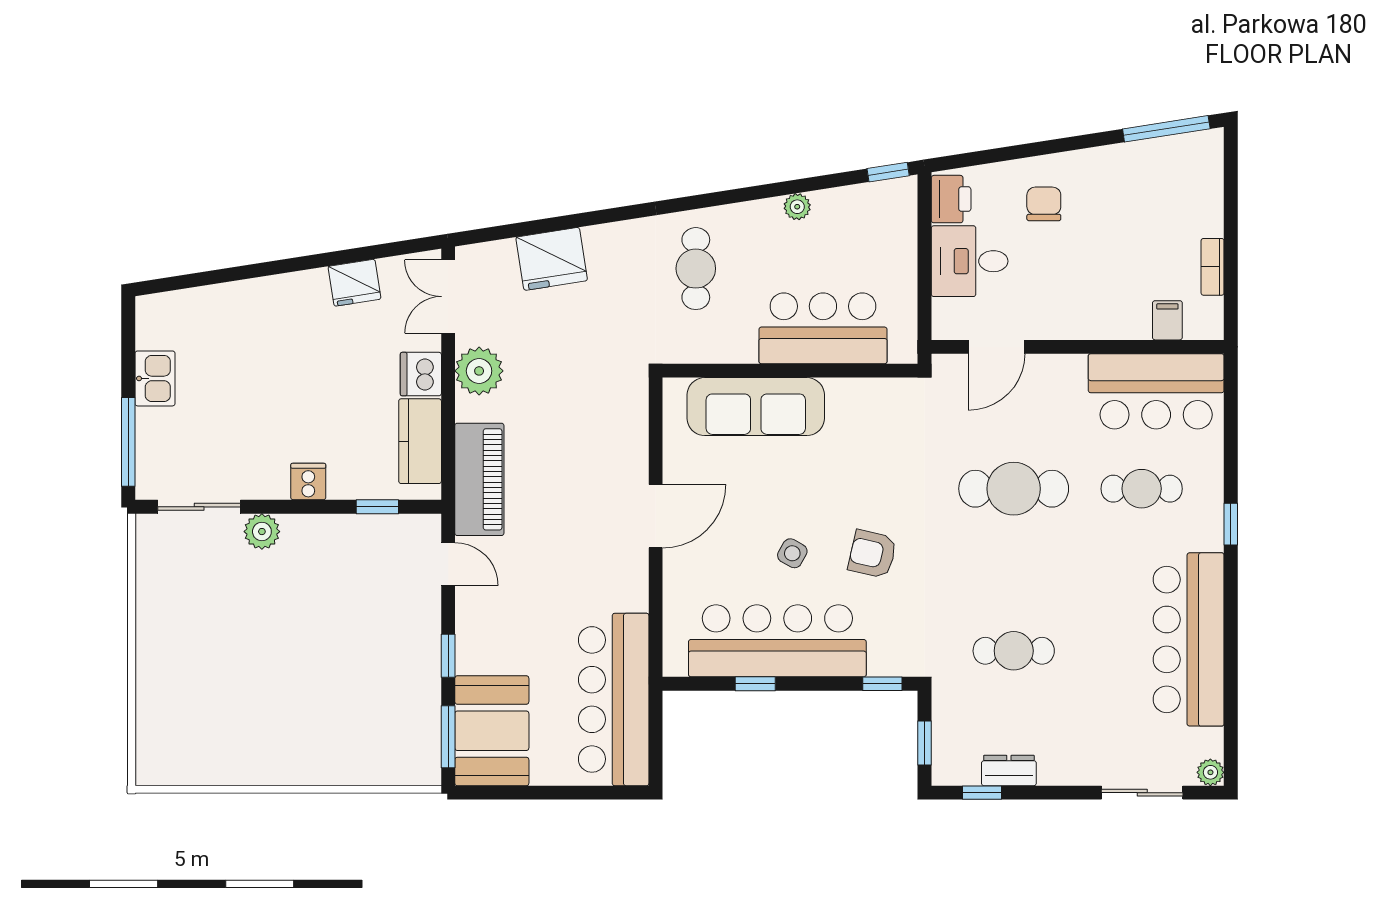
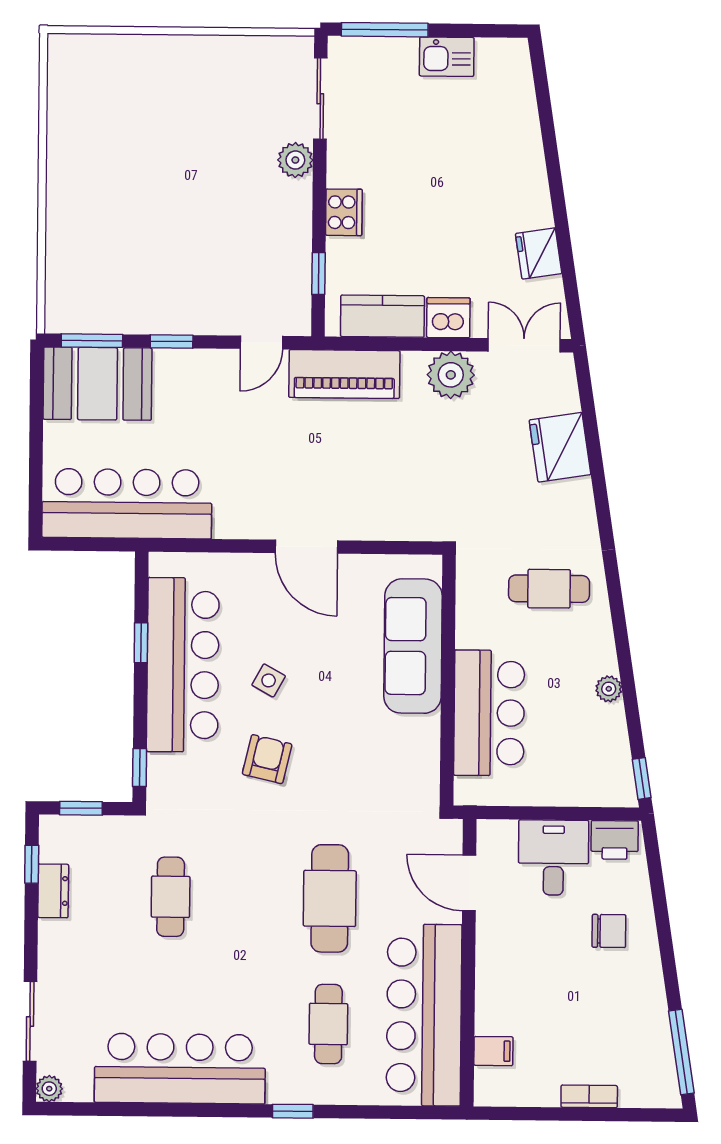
bookcase: (1213, 267) -> (589, 1096), moved
bar counter: (1156, 391) -> (424, 1015), width x1.36
cooker: (308, 482) -> (344, 212), width x1.36

